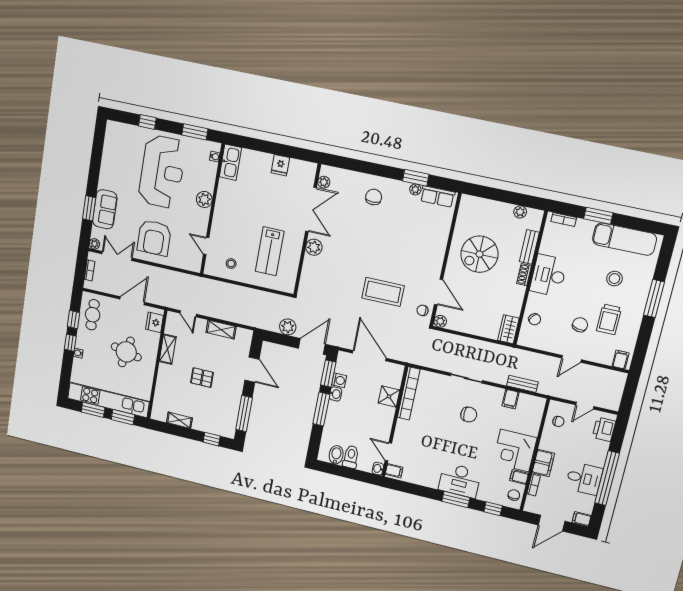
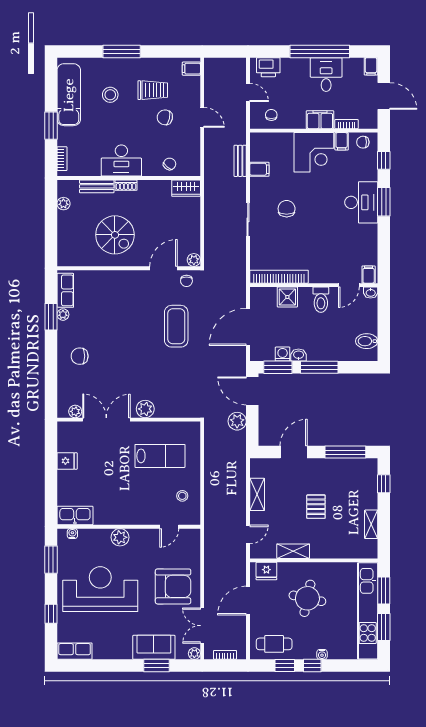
row of seats: (112, 137) -> (75, 651), added
door: (132, 301) -> (248, 601), hinge flipped
toilet: (351, 457) -> (321, 300), moved, turned -90

